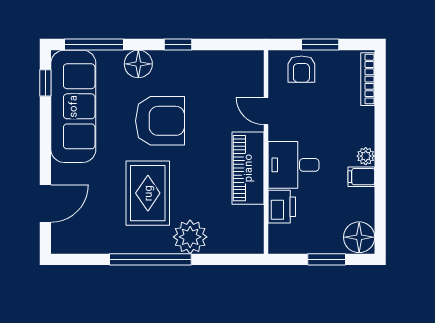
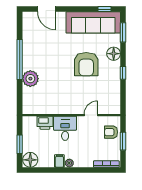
window: (94, 44) -> (123, 32), width x0.69
piano: (248, 168) -> (64, 106), removed
rug: (148, 193) -> (52, 58), removed

